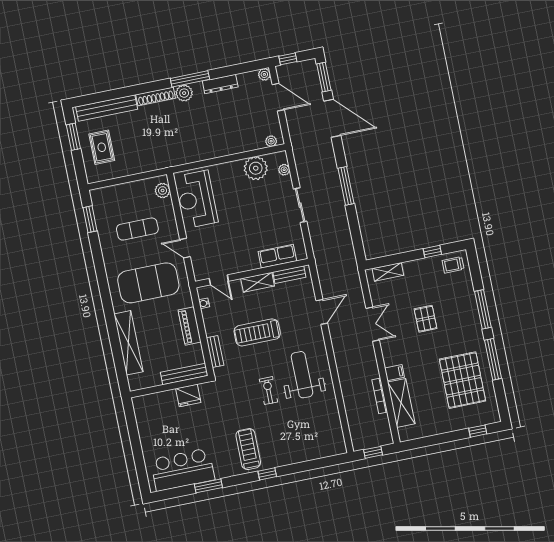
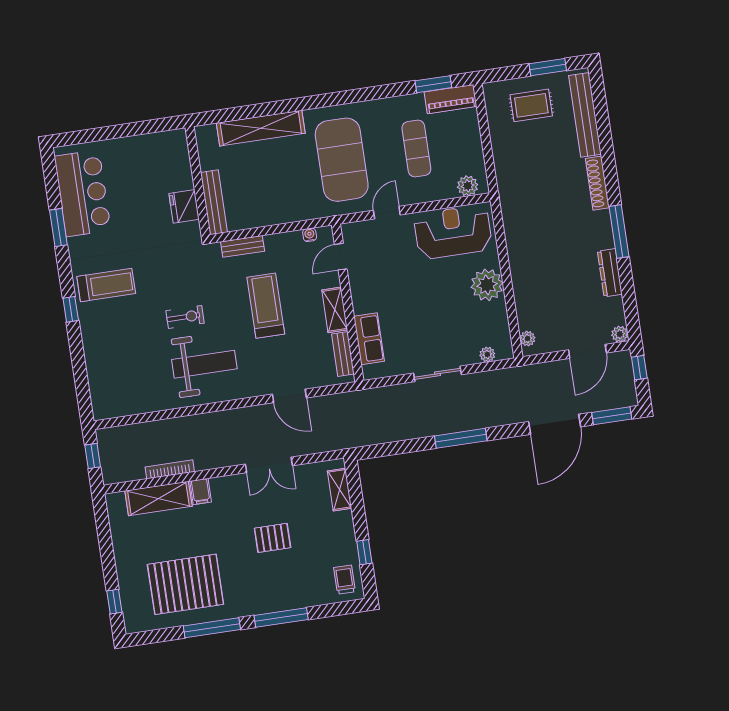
plant: (184, 93) -> (600, 223), removed
plant: (256, 168) -> (487, 285), moved
piano: (190, 326) -> (450, 99), moved, turned 180

